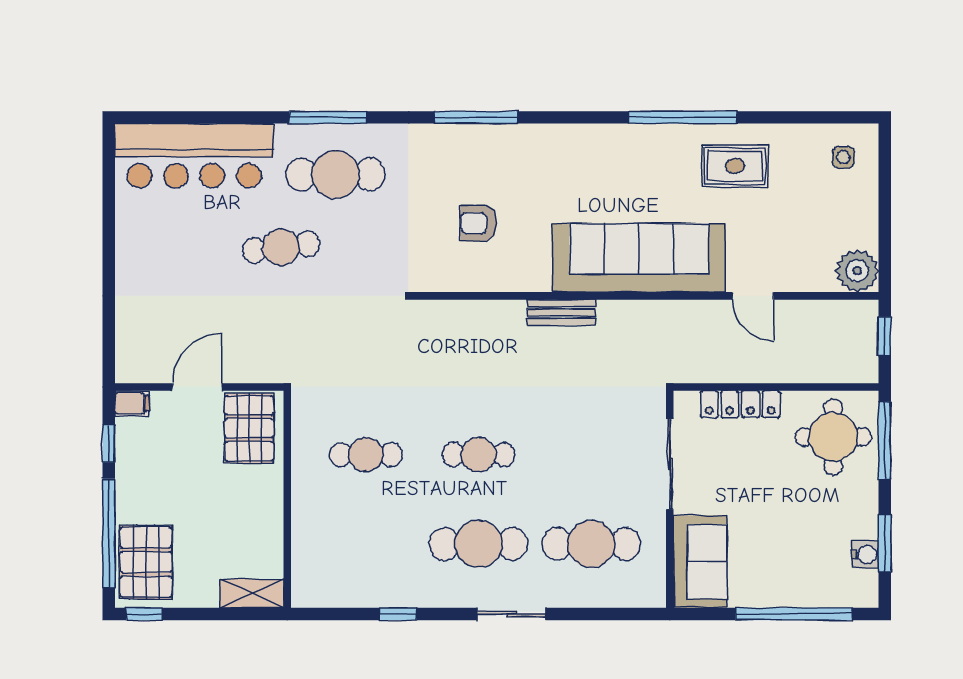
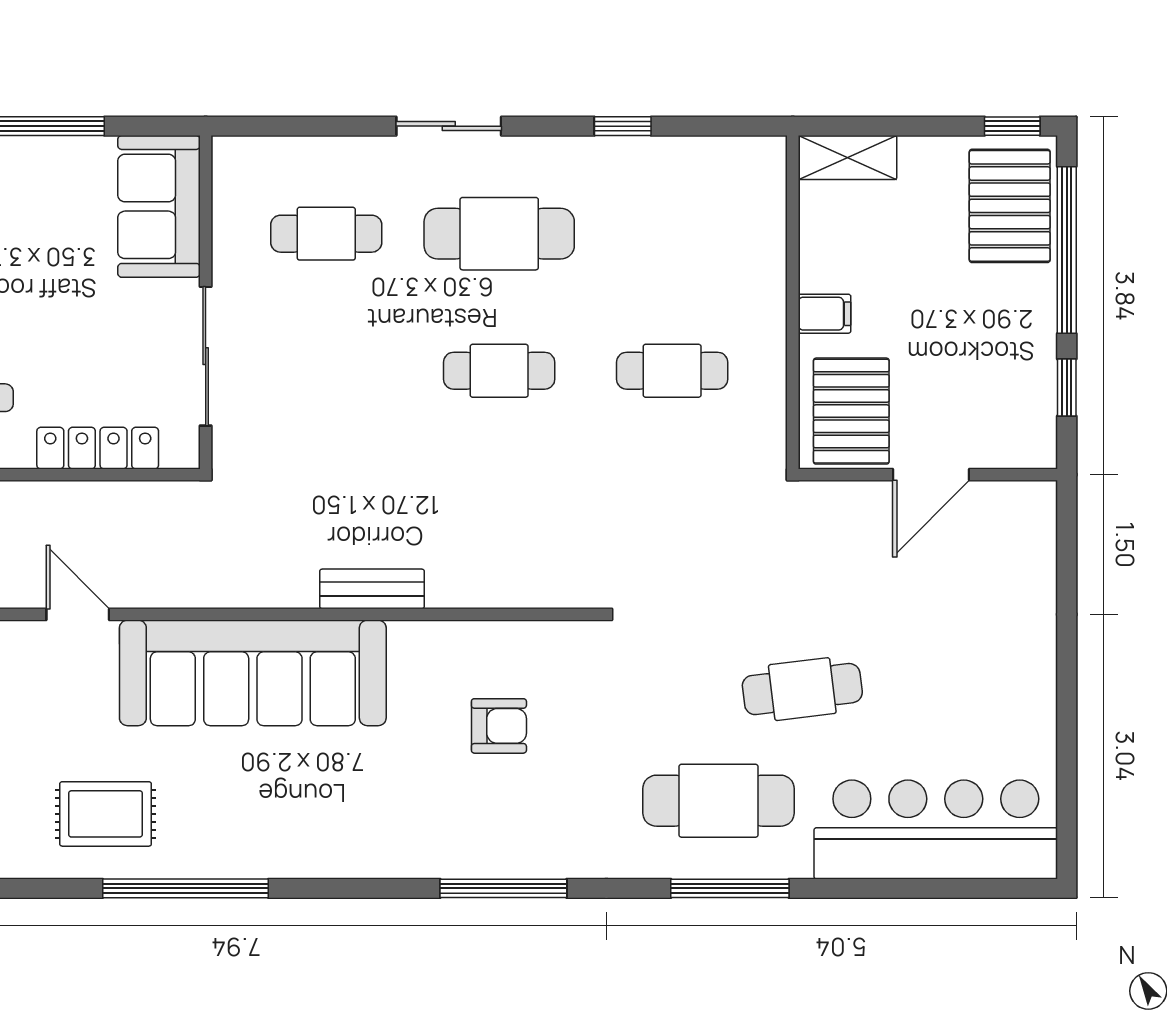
filing cabinet: (132, 403) -> (825, 314), moved, turned 180
cafe table: (591, 544) -> (326, 234), width x0.73, depth x0.74

